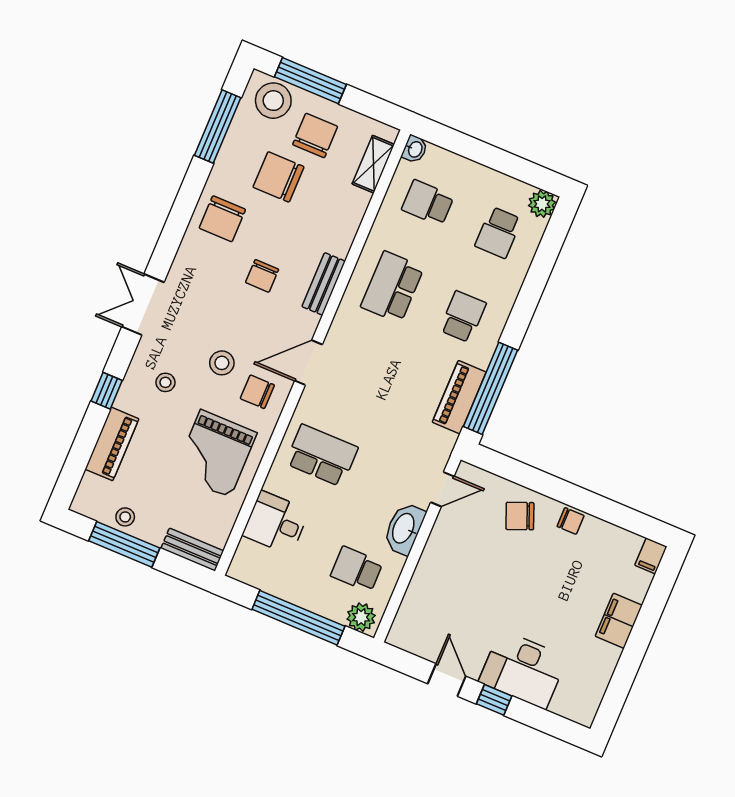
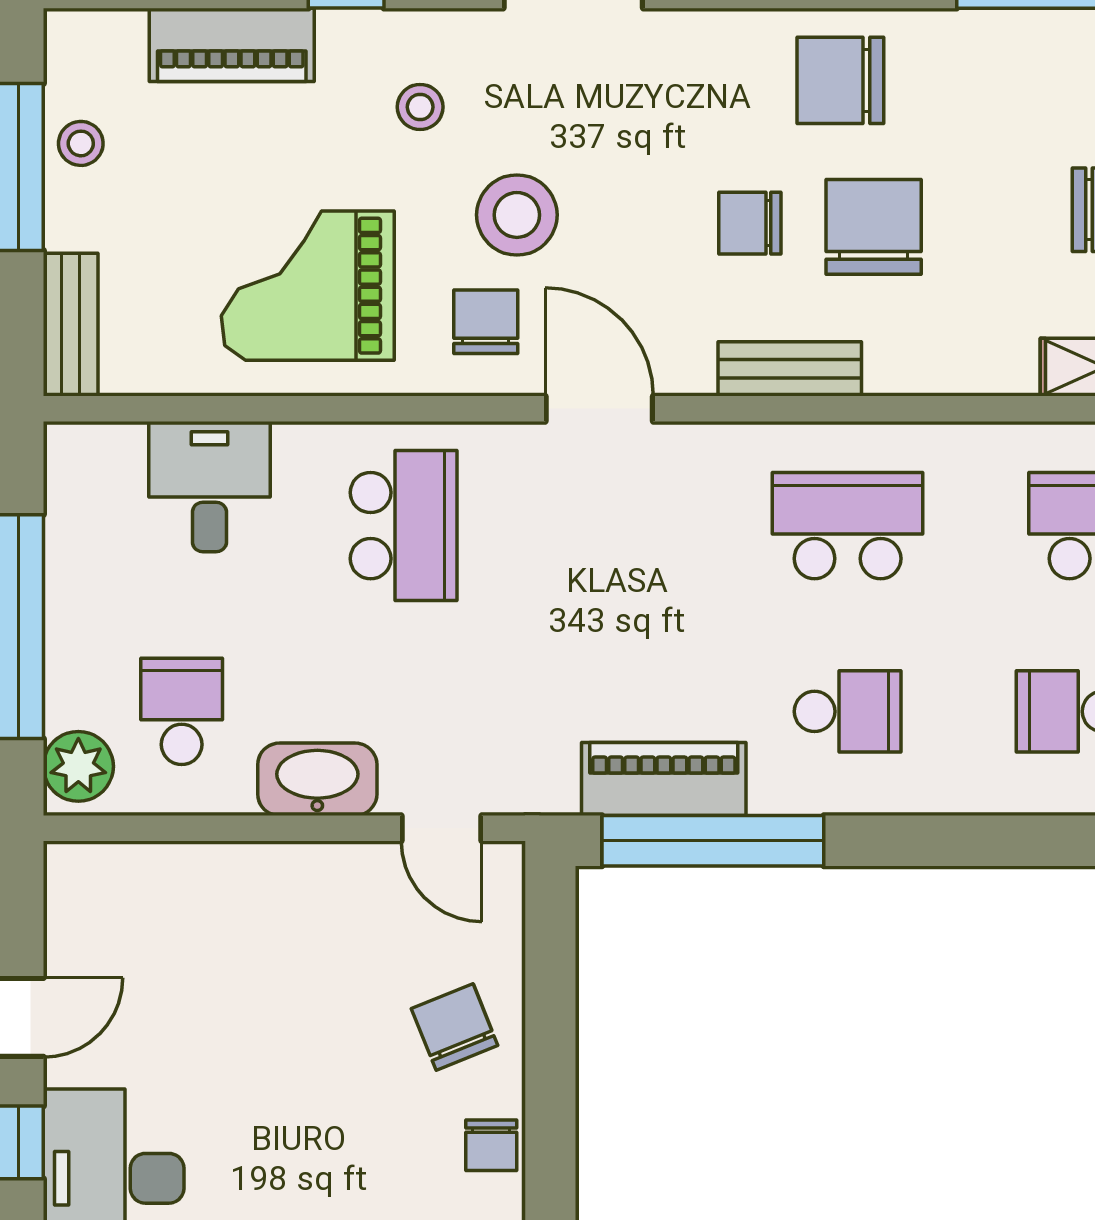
chair: (279, 177) -> (874, 227), moved
stool: (222, 363) -> (517, 215), width x1.38, depth x1.38

